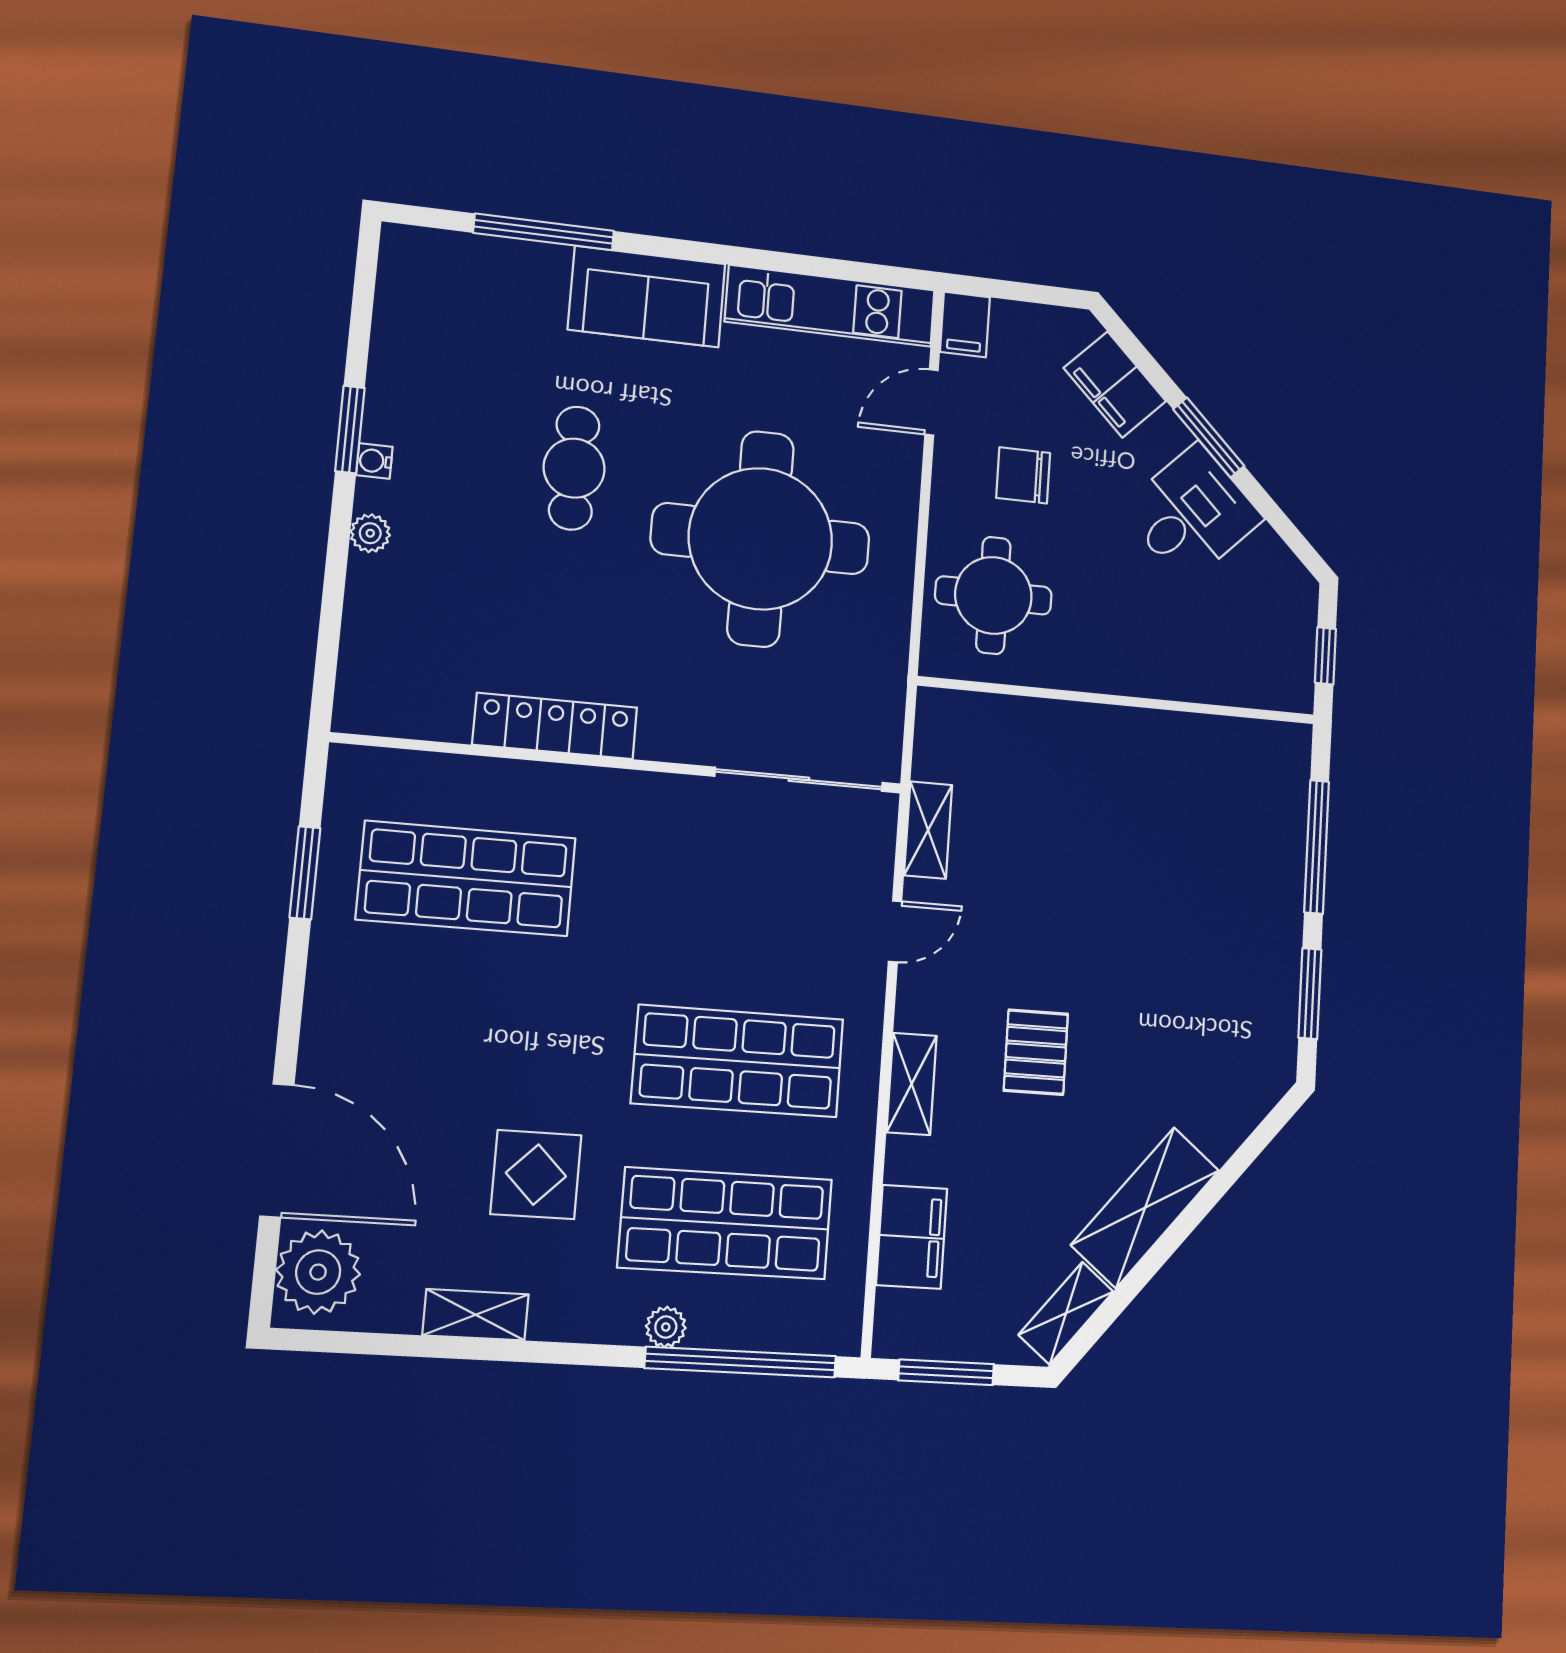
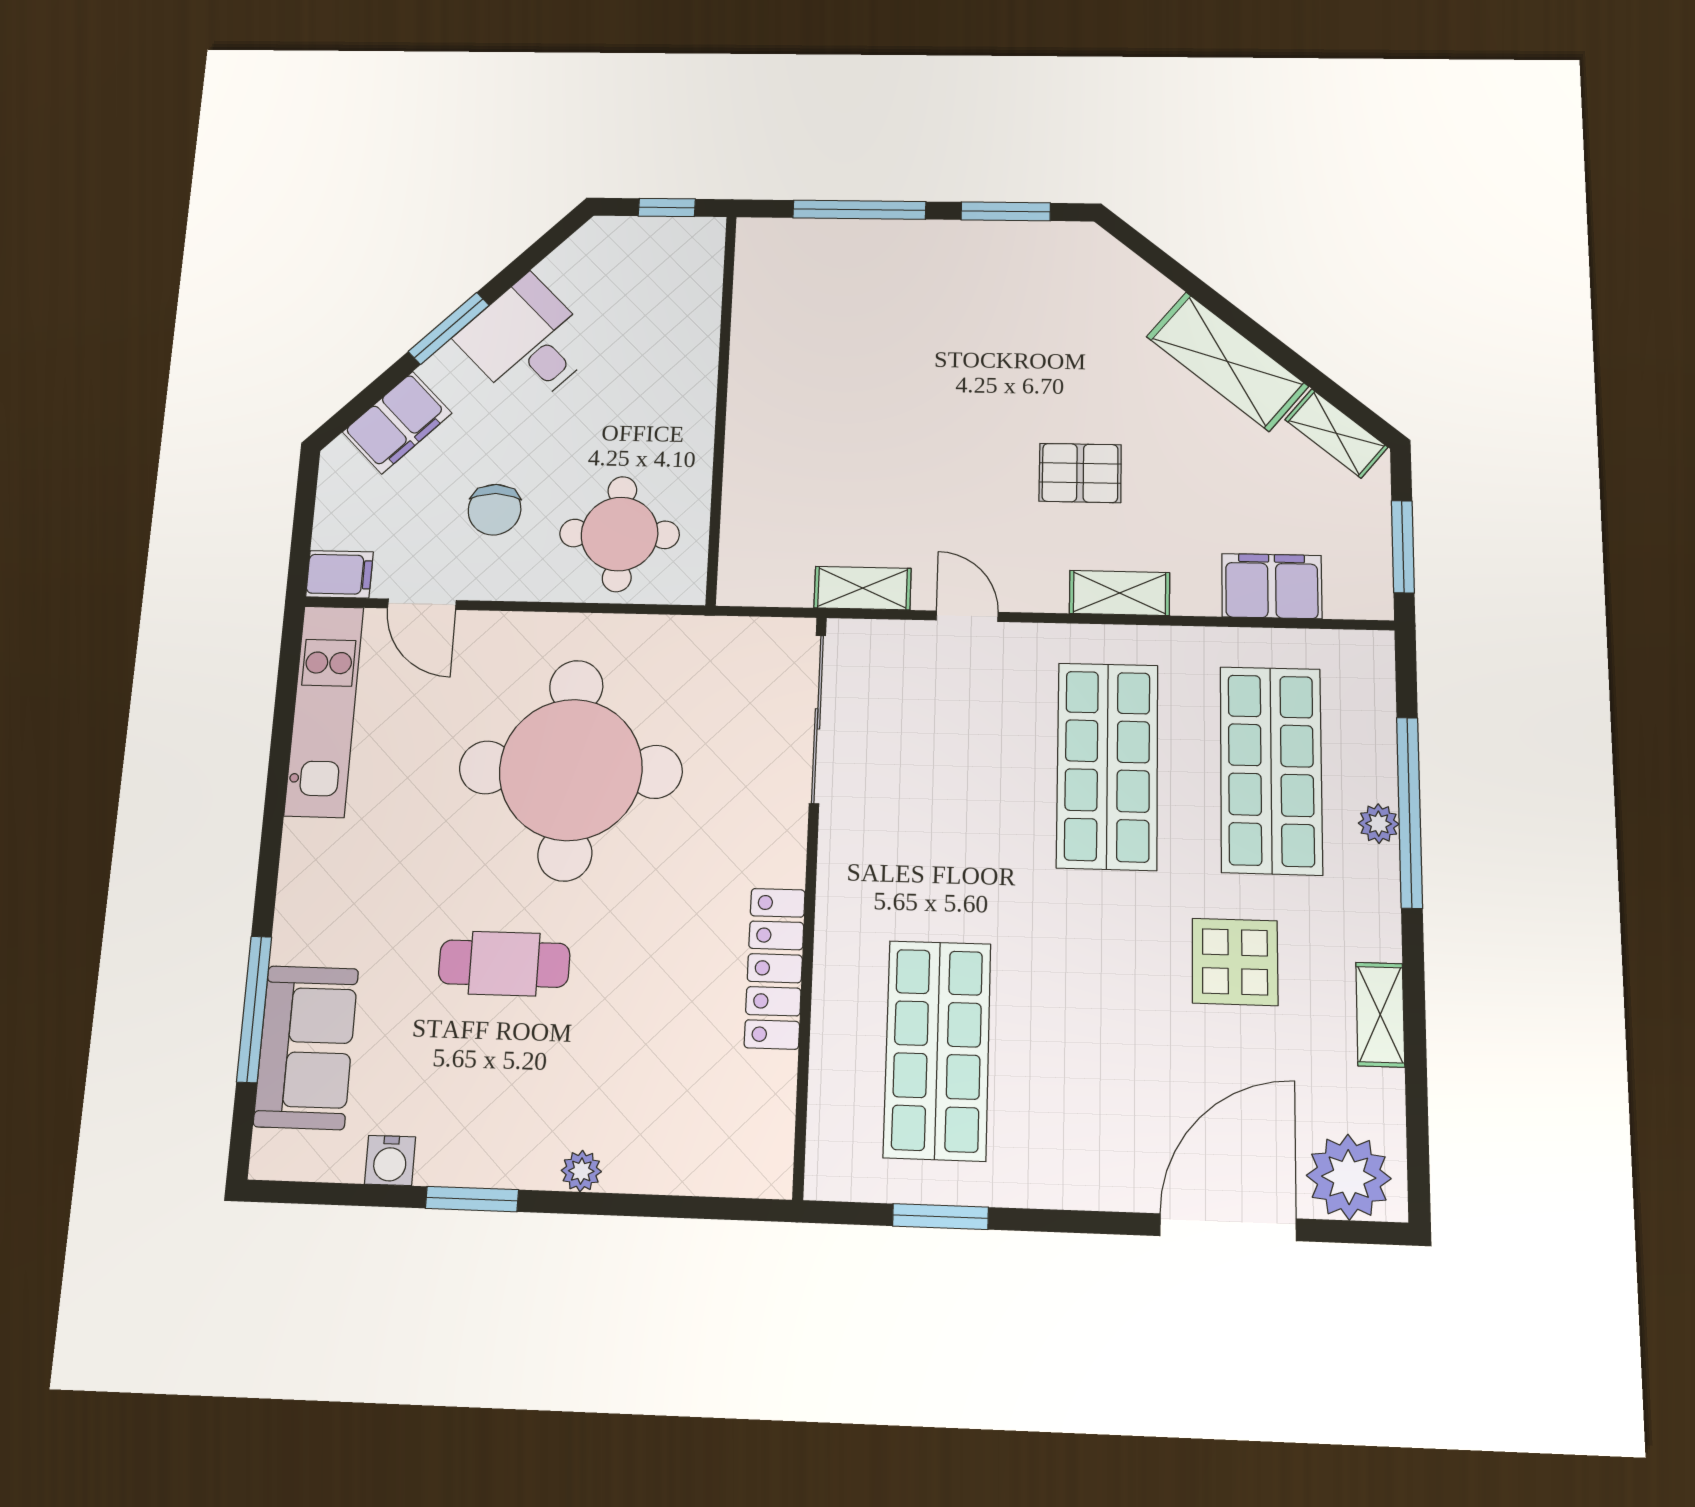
sofa: (647, 297) -> (306, 1047), moved
water cooler: (374, 461) -> (390, 1160), moved, width x1.38, depth x1.38
window: (741, 1362) -> (1409, 812), moved

